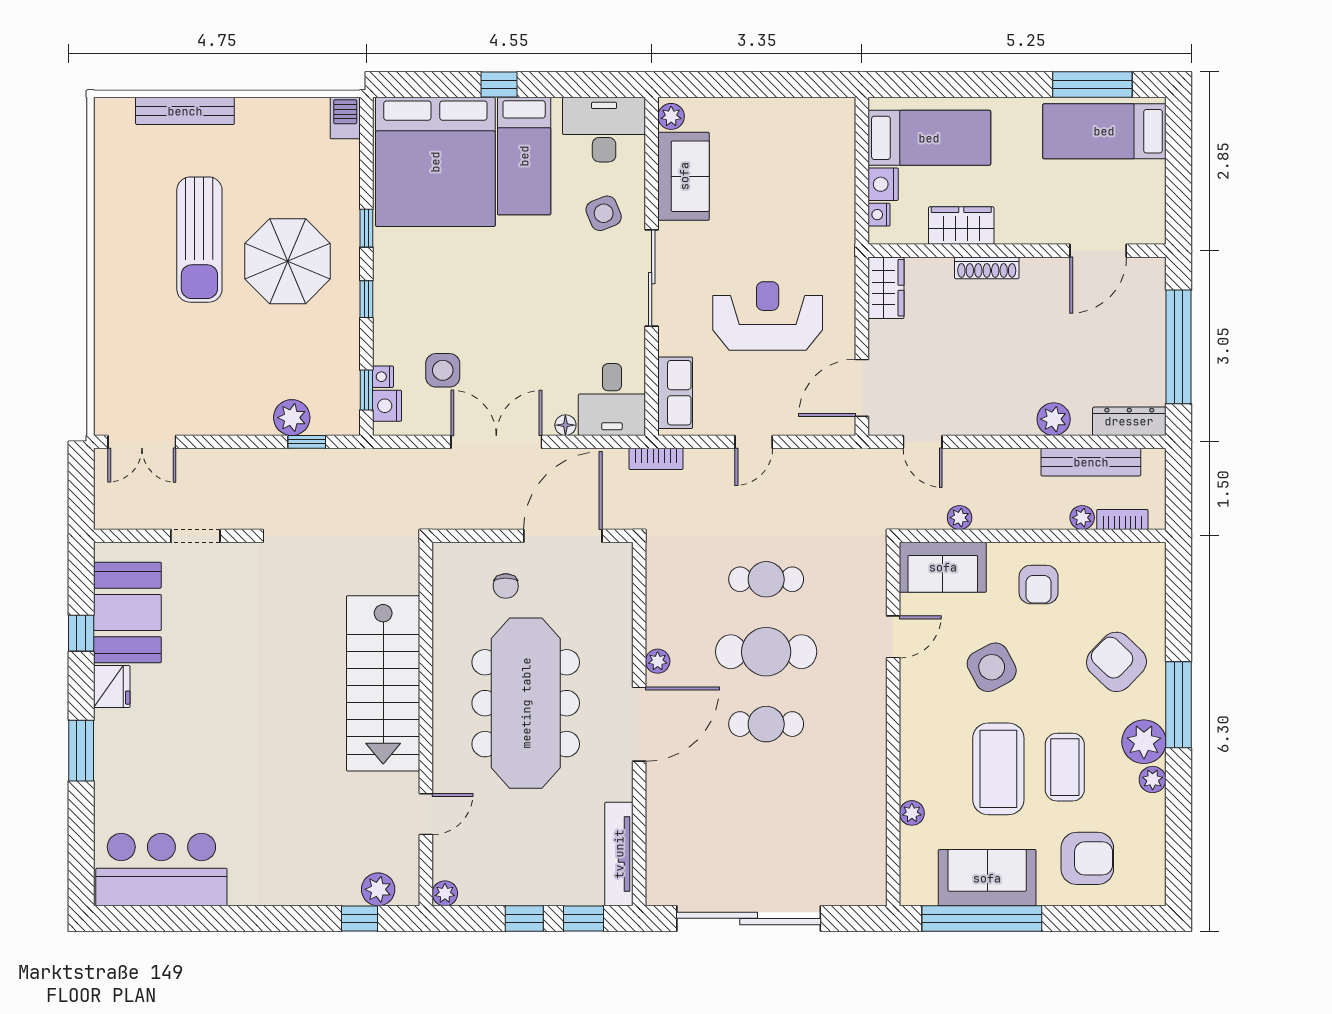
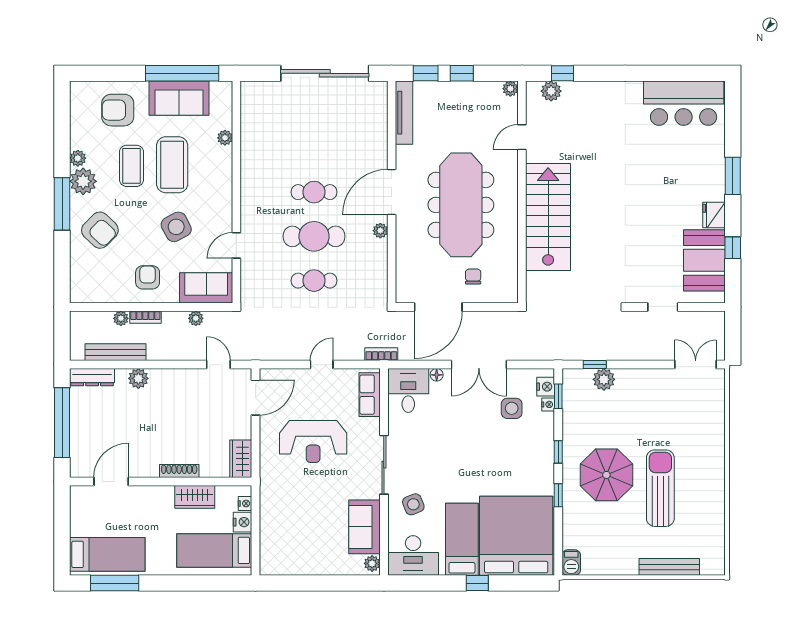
bookcase: (1122, 519) -> (145, 317), moved

